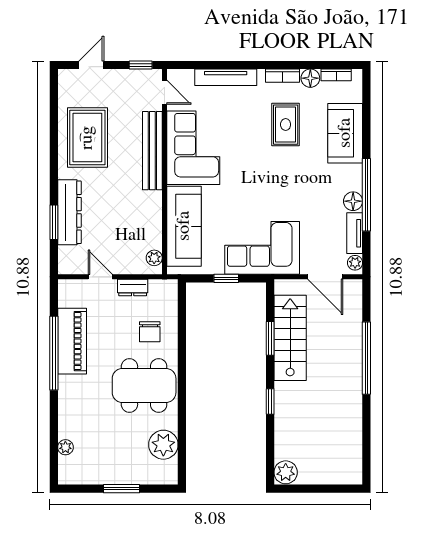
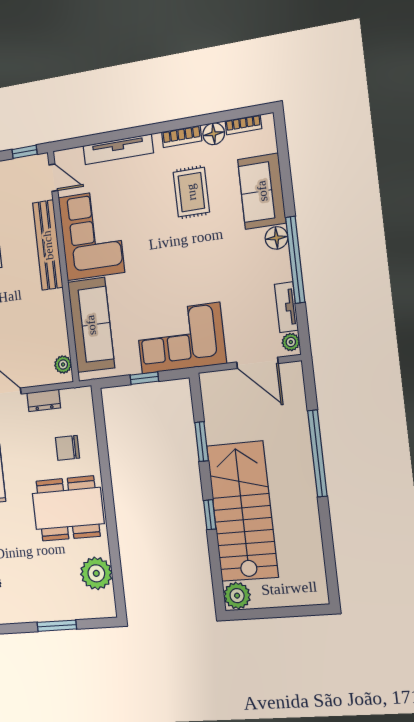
floor lamp: (353, 201) -> (277, 238), moved
chair: (150, 332) -> (67, 448), turned 90
stairs: (290, 338) -> (242, 511), moved, width x1.36, depth x1.51

